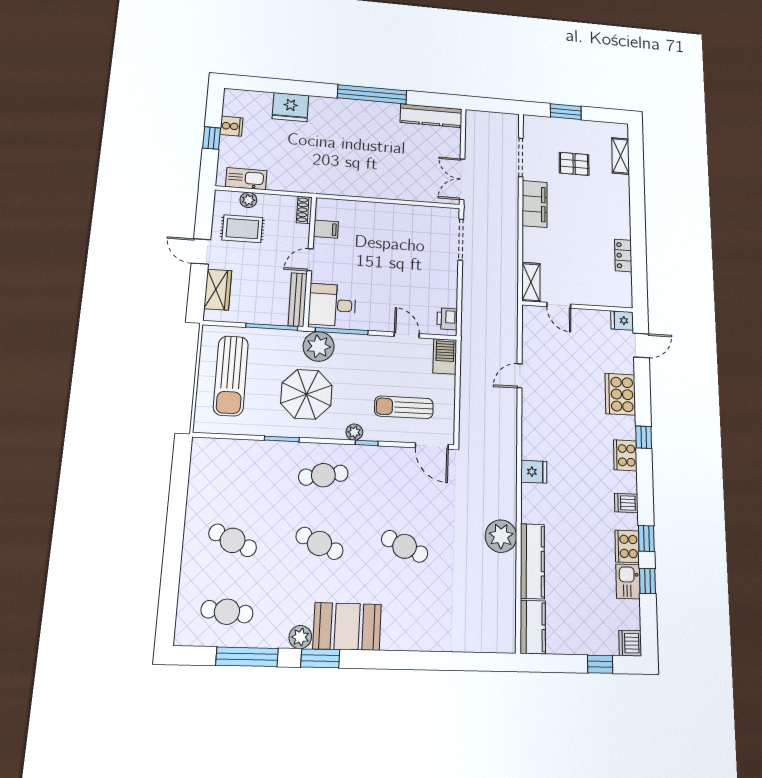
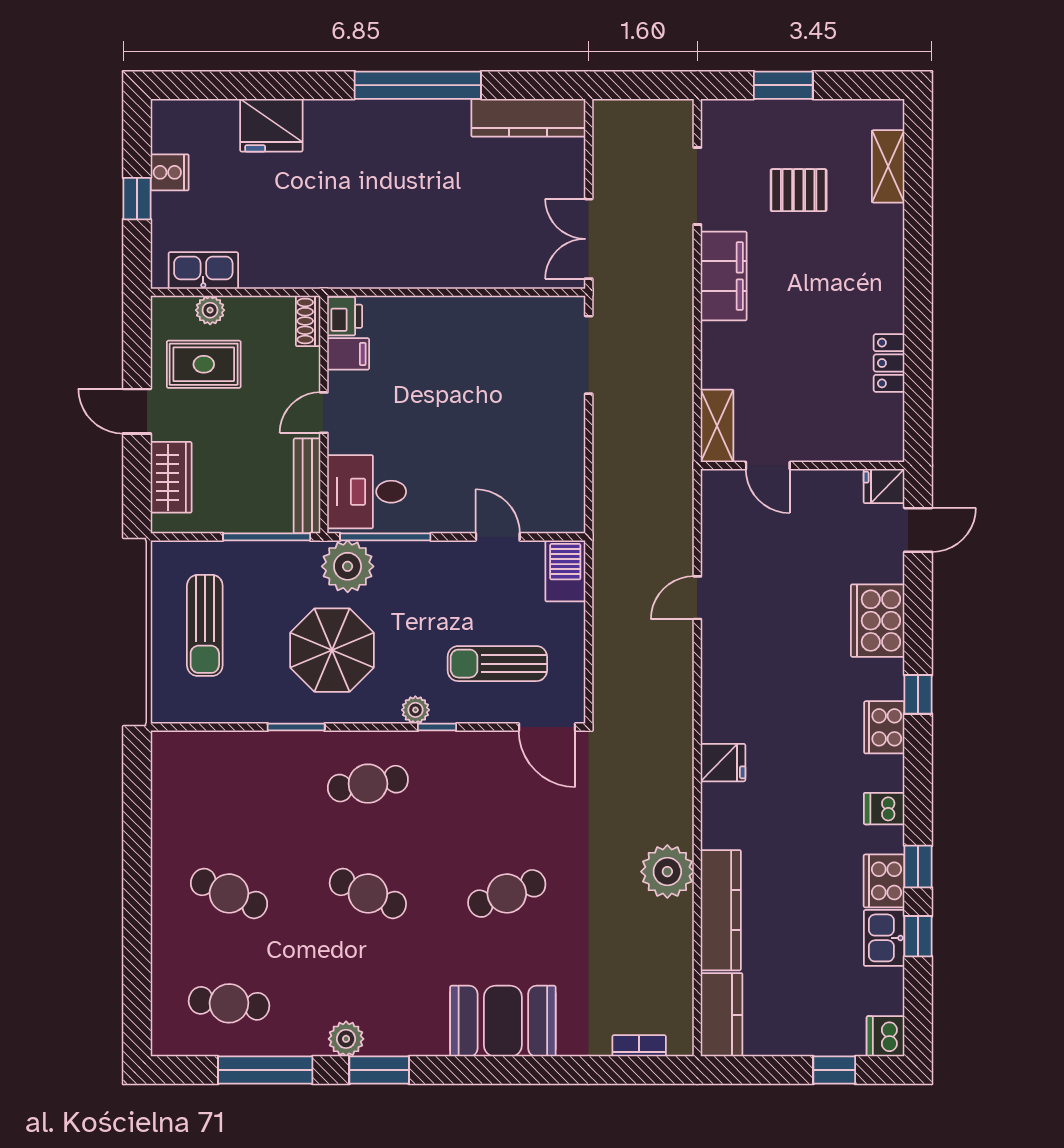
printer: (447, 319) -> (345, 316), moved, turned 180
sun lounger: (231, 376) -> (205, 625), width x0.73, depth x0.75
cafe table: (405, 546) -> (507, 893), turned -45
booth: (347, 626) -> (503, 1021), moved
bookcase: (483, 646) -> (639, 1046), added

